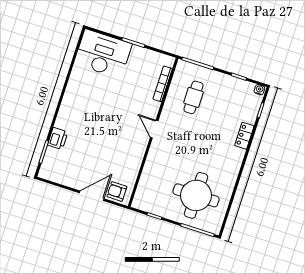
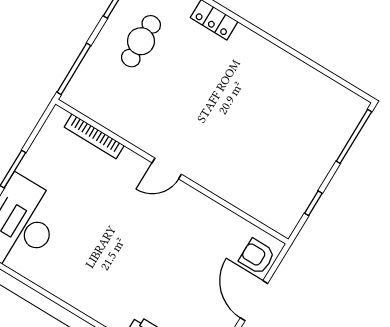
cafe table: (193, 97) -> (141, 41), moved, turned 90
armchair: (117, 192) -> (257, 256), turned 90
round table: (196, 195) -> (295, 125), removed

